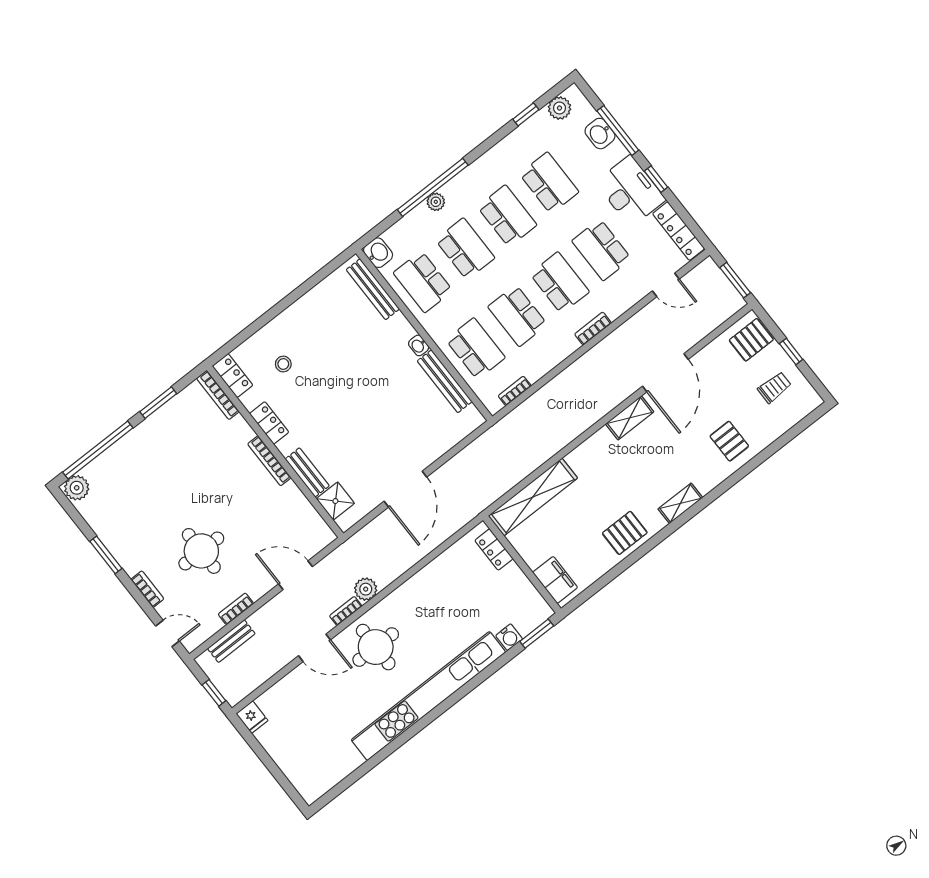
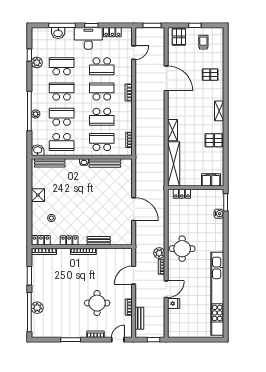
plant: (559, 108) -> (37, 62), moved
locker: (679, 231) -> (112, 32), width x0.66
shelving: (630, 418) -> (172, 130), moved
plant: (77, 488) -> (37, 308), moved
shower: (335, 501) -> (38, 195), moved
pallet: (625, 533) -> (214, 140), turned 90
round table: (376, 647) -> (182, 249), moved
kitchen unit: (428, 696) -> (217, 294), moved
fridge: (252, 717) -> (174, 303), moved

